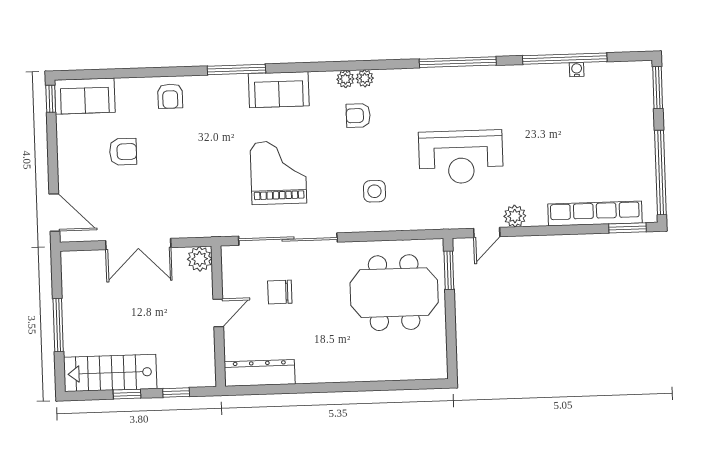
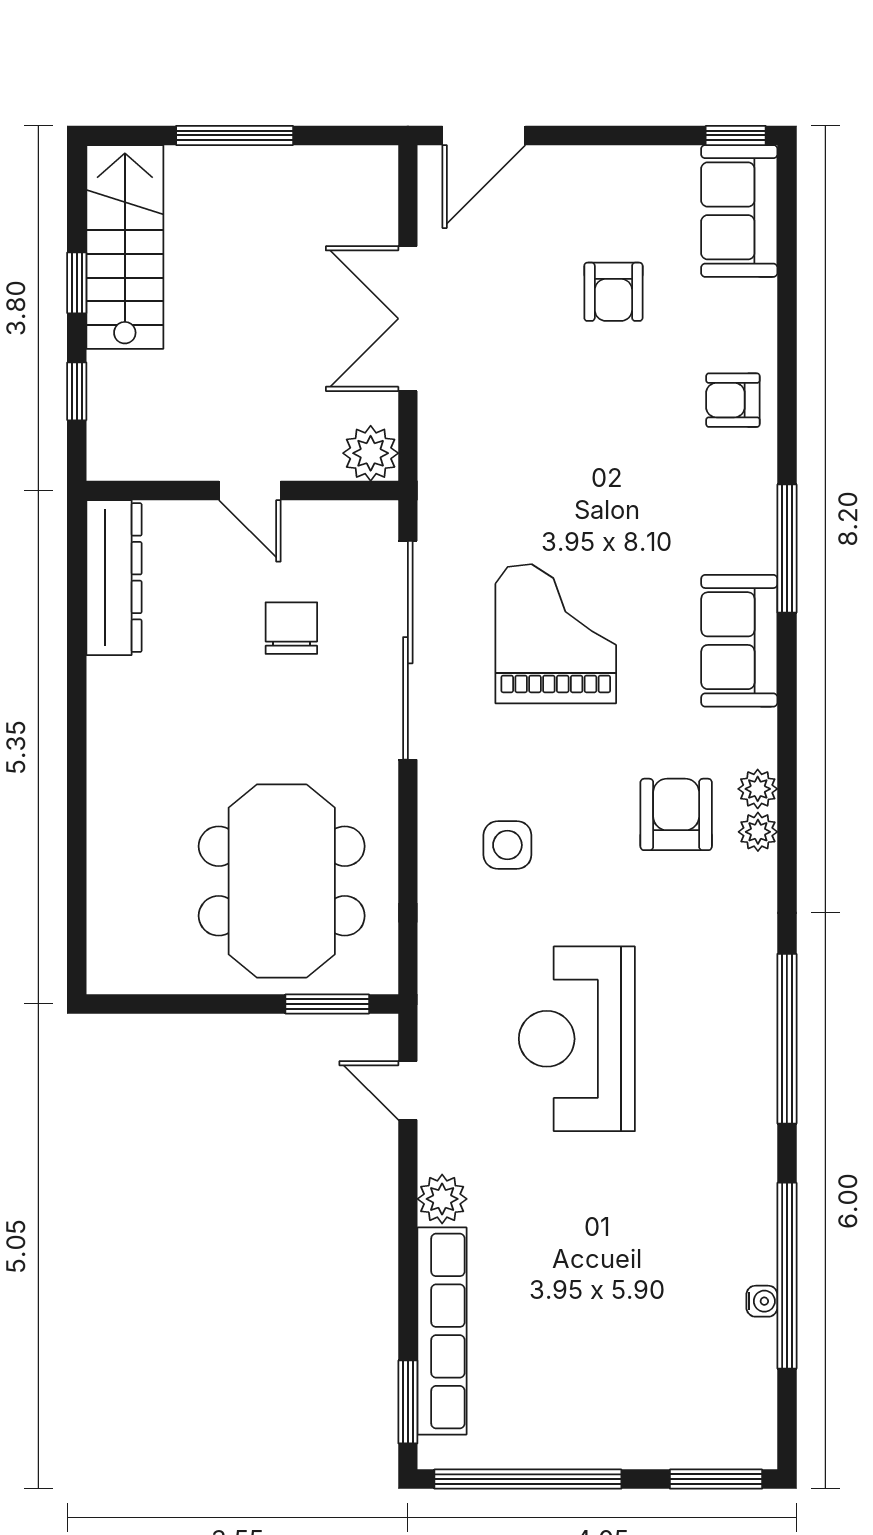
armchair: (358, 116) -> (676, 814), width x1.38, depth x1.38
grand piano: (278, 173) -> (556, 634), turned -90
plant: (515, 216) -> (442, 1199), moved

